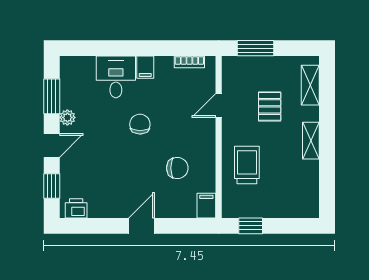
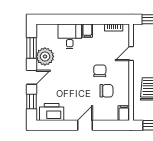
plant: (67, 117) -> (45, 56), width x1.87, depth x1.87
chair: (140, 124) -> (100, 71), moved
printer: (76, 208) -> (52, 112), width x1.87, depth x1.48

